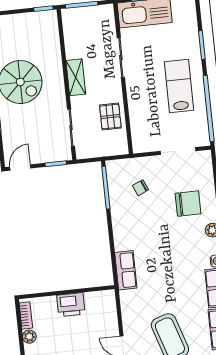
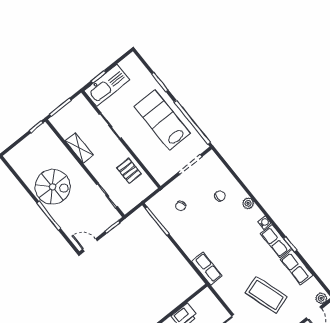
shelving: (76, 77) -> (79, 148), moved
lab bench: (179, 86) -> (162, 120), width x1.36, depth x1.39
door: (20, 168) -> (90, 245), hinge flipped
chair: (188, 204) -> (220, 196), width x0.54, depth x0.54

